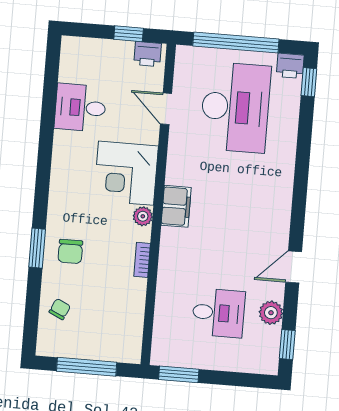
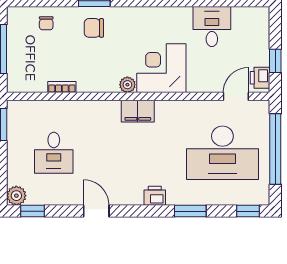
printer: (290, 66) -> (155, 196), moved, turned 90
door: (166, 109) -> (236, 96), moved
window: (303, 152) -> (190, 211), added
bookcase: (142, 260) -> (62, 87), moved
chair: (60, 309) -> (46, 23), turned 65
plant: (271, 313) -> (16, 196), moved

